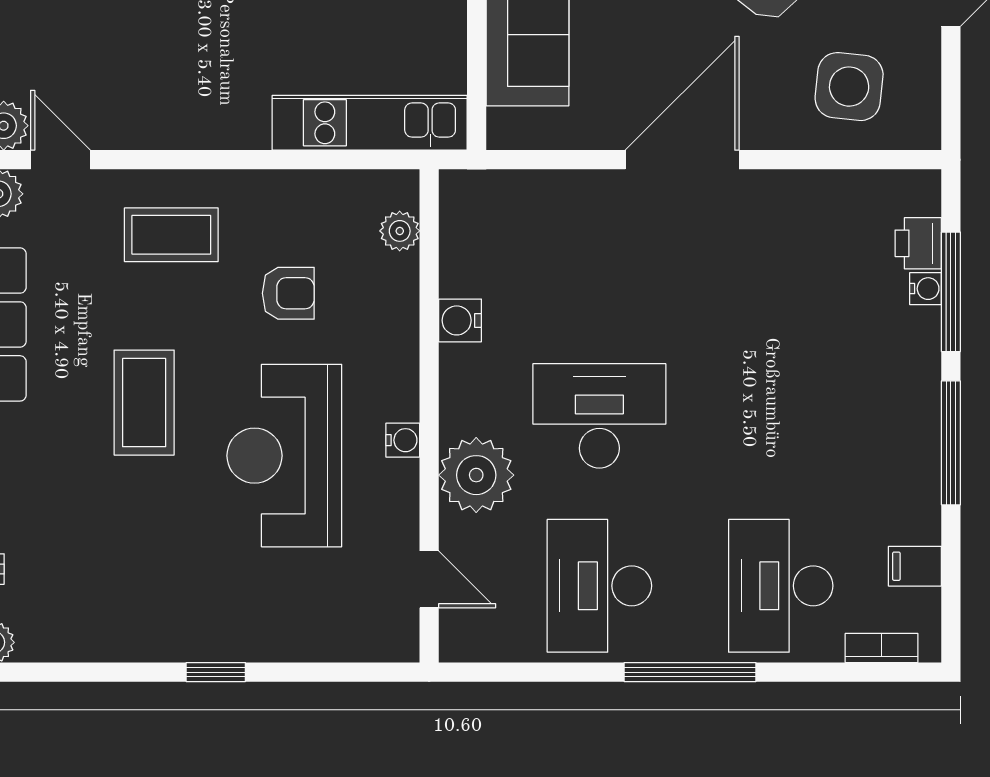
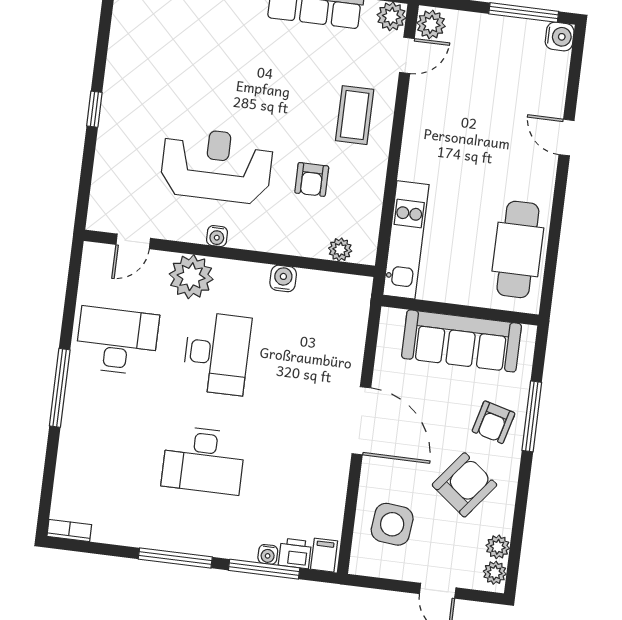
coffee table: (144, 403) -> (258, 87), removed
filing cabinet: (915, 566) -> (324, 555), moved
desk: (781, 586) -> (204, 460), moved, turned 180
bookcase: (882, 648) -> (69, 530), moved, turned -90

